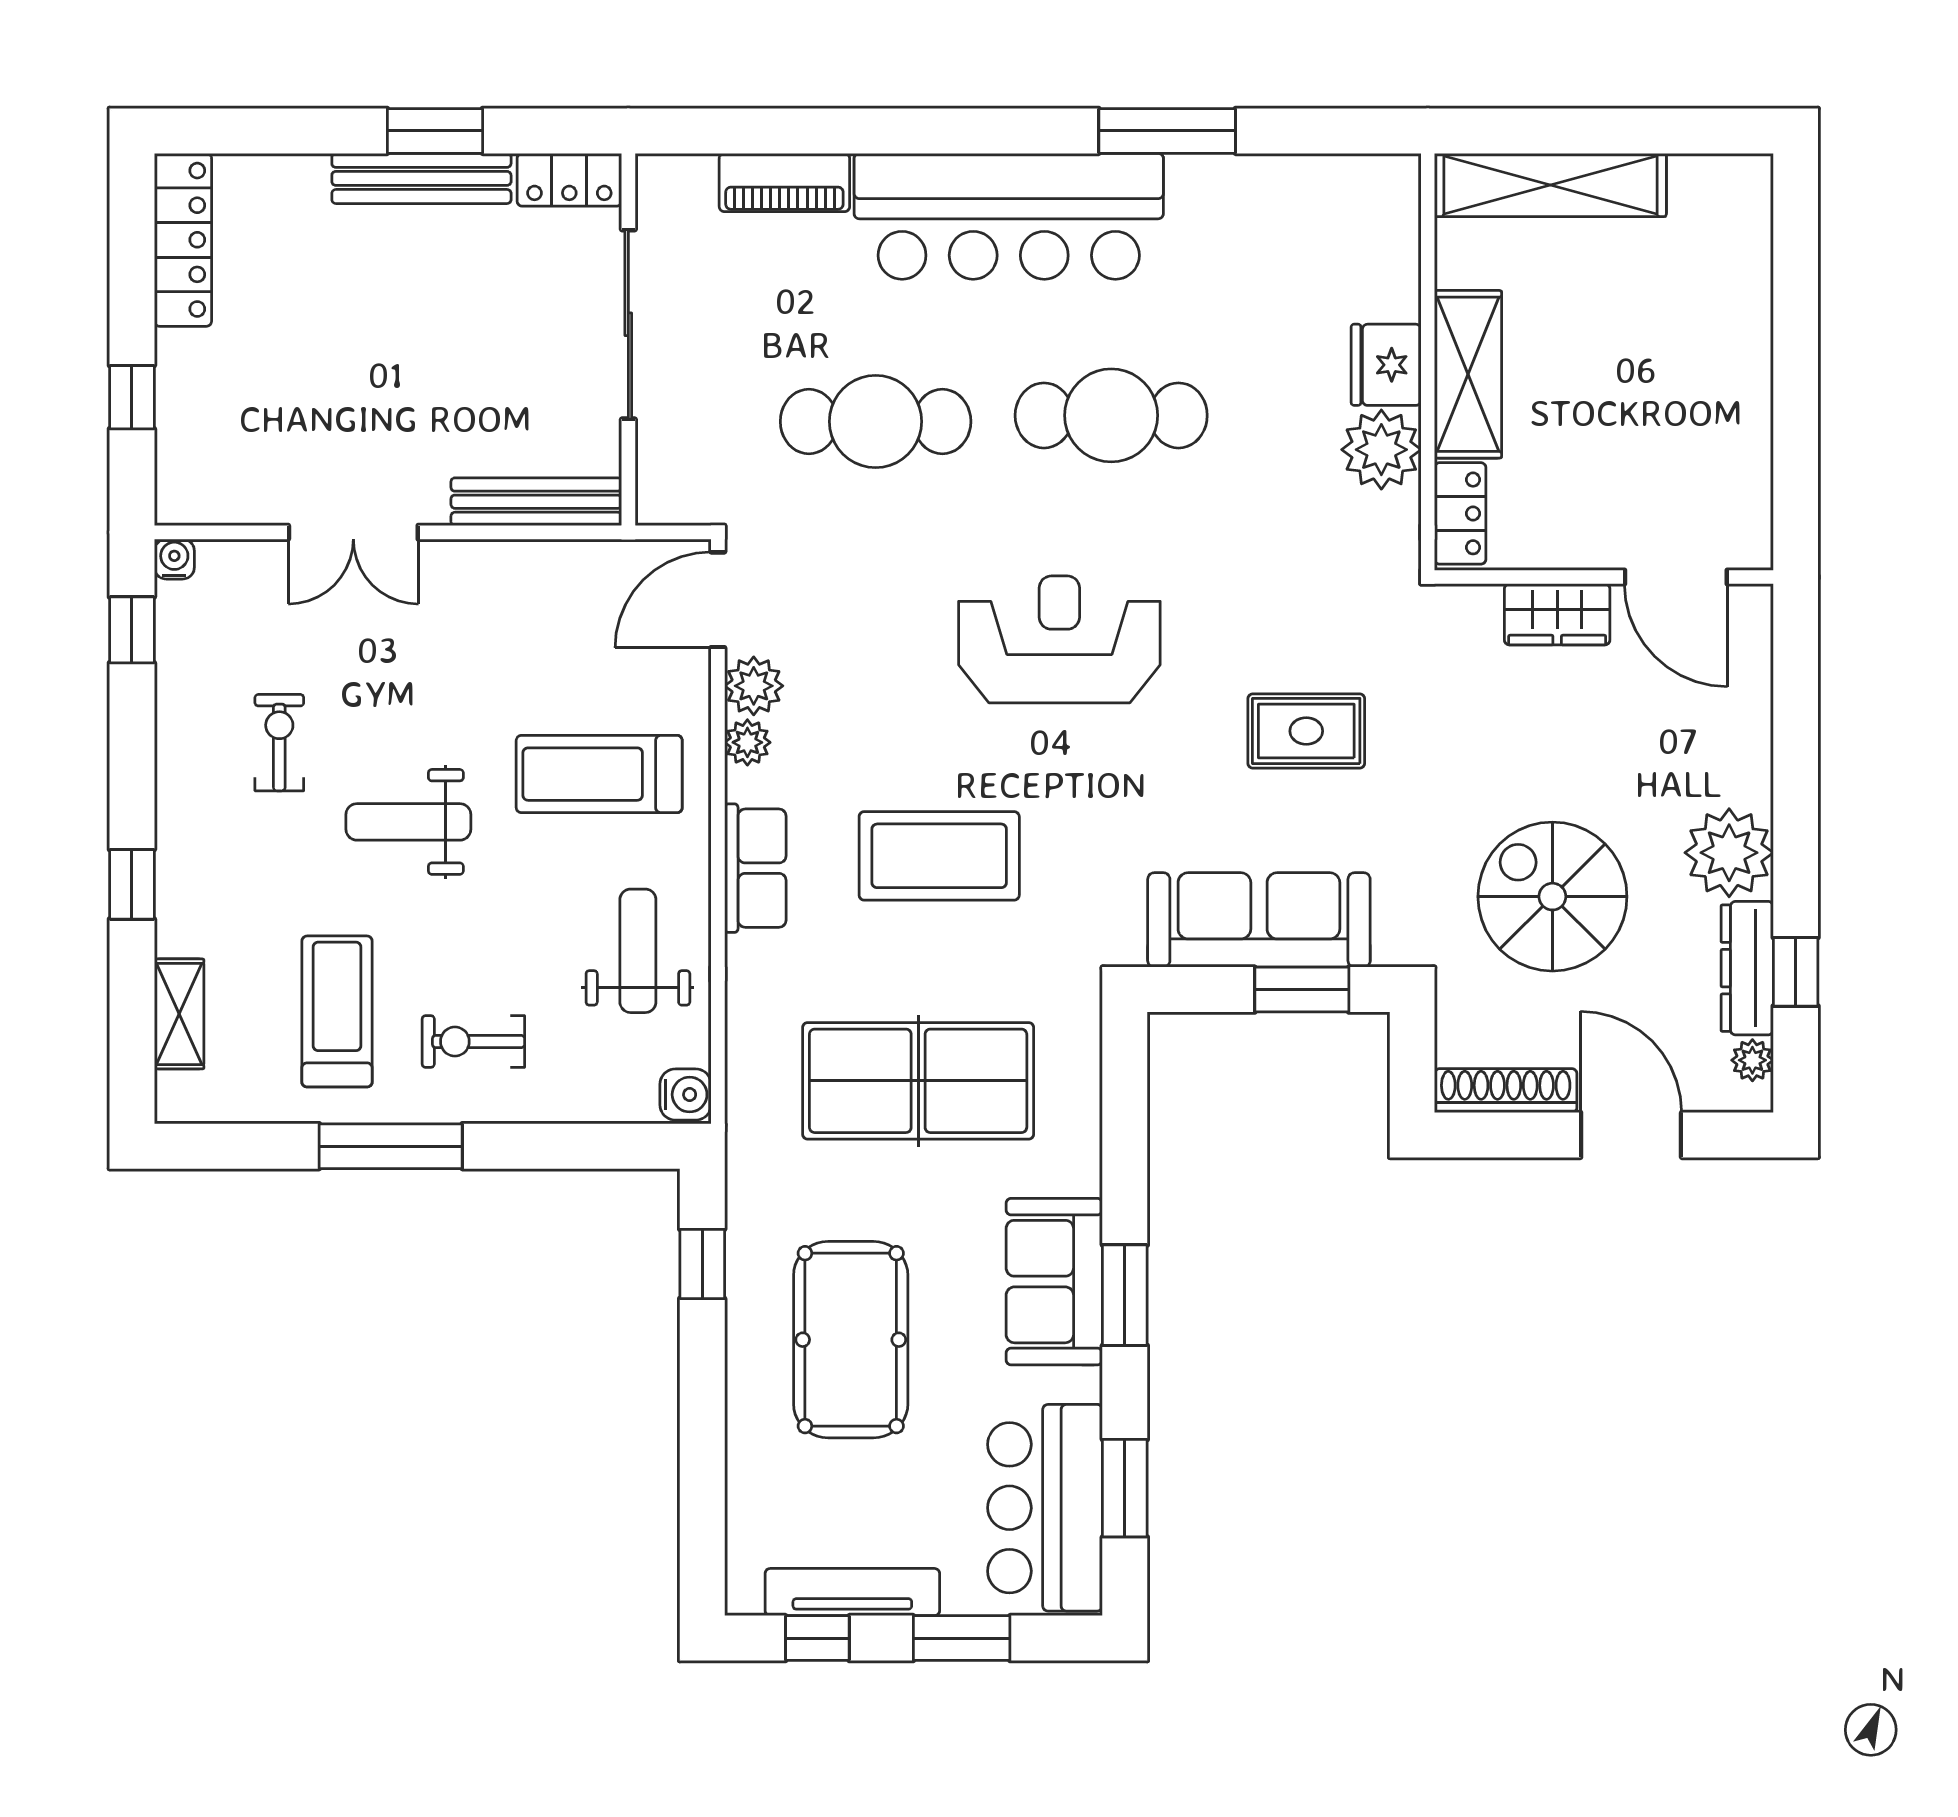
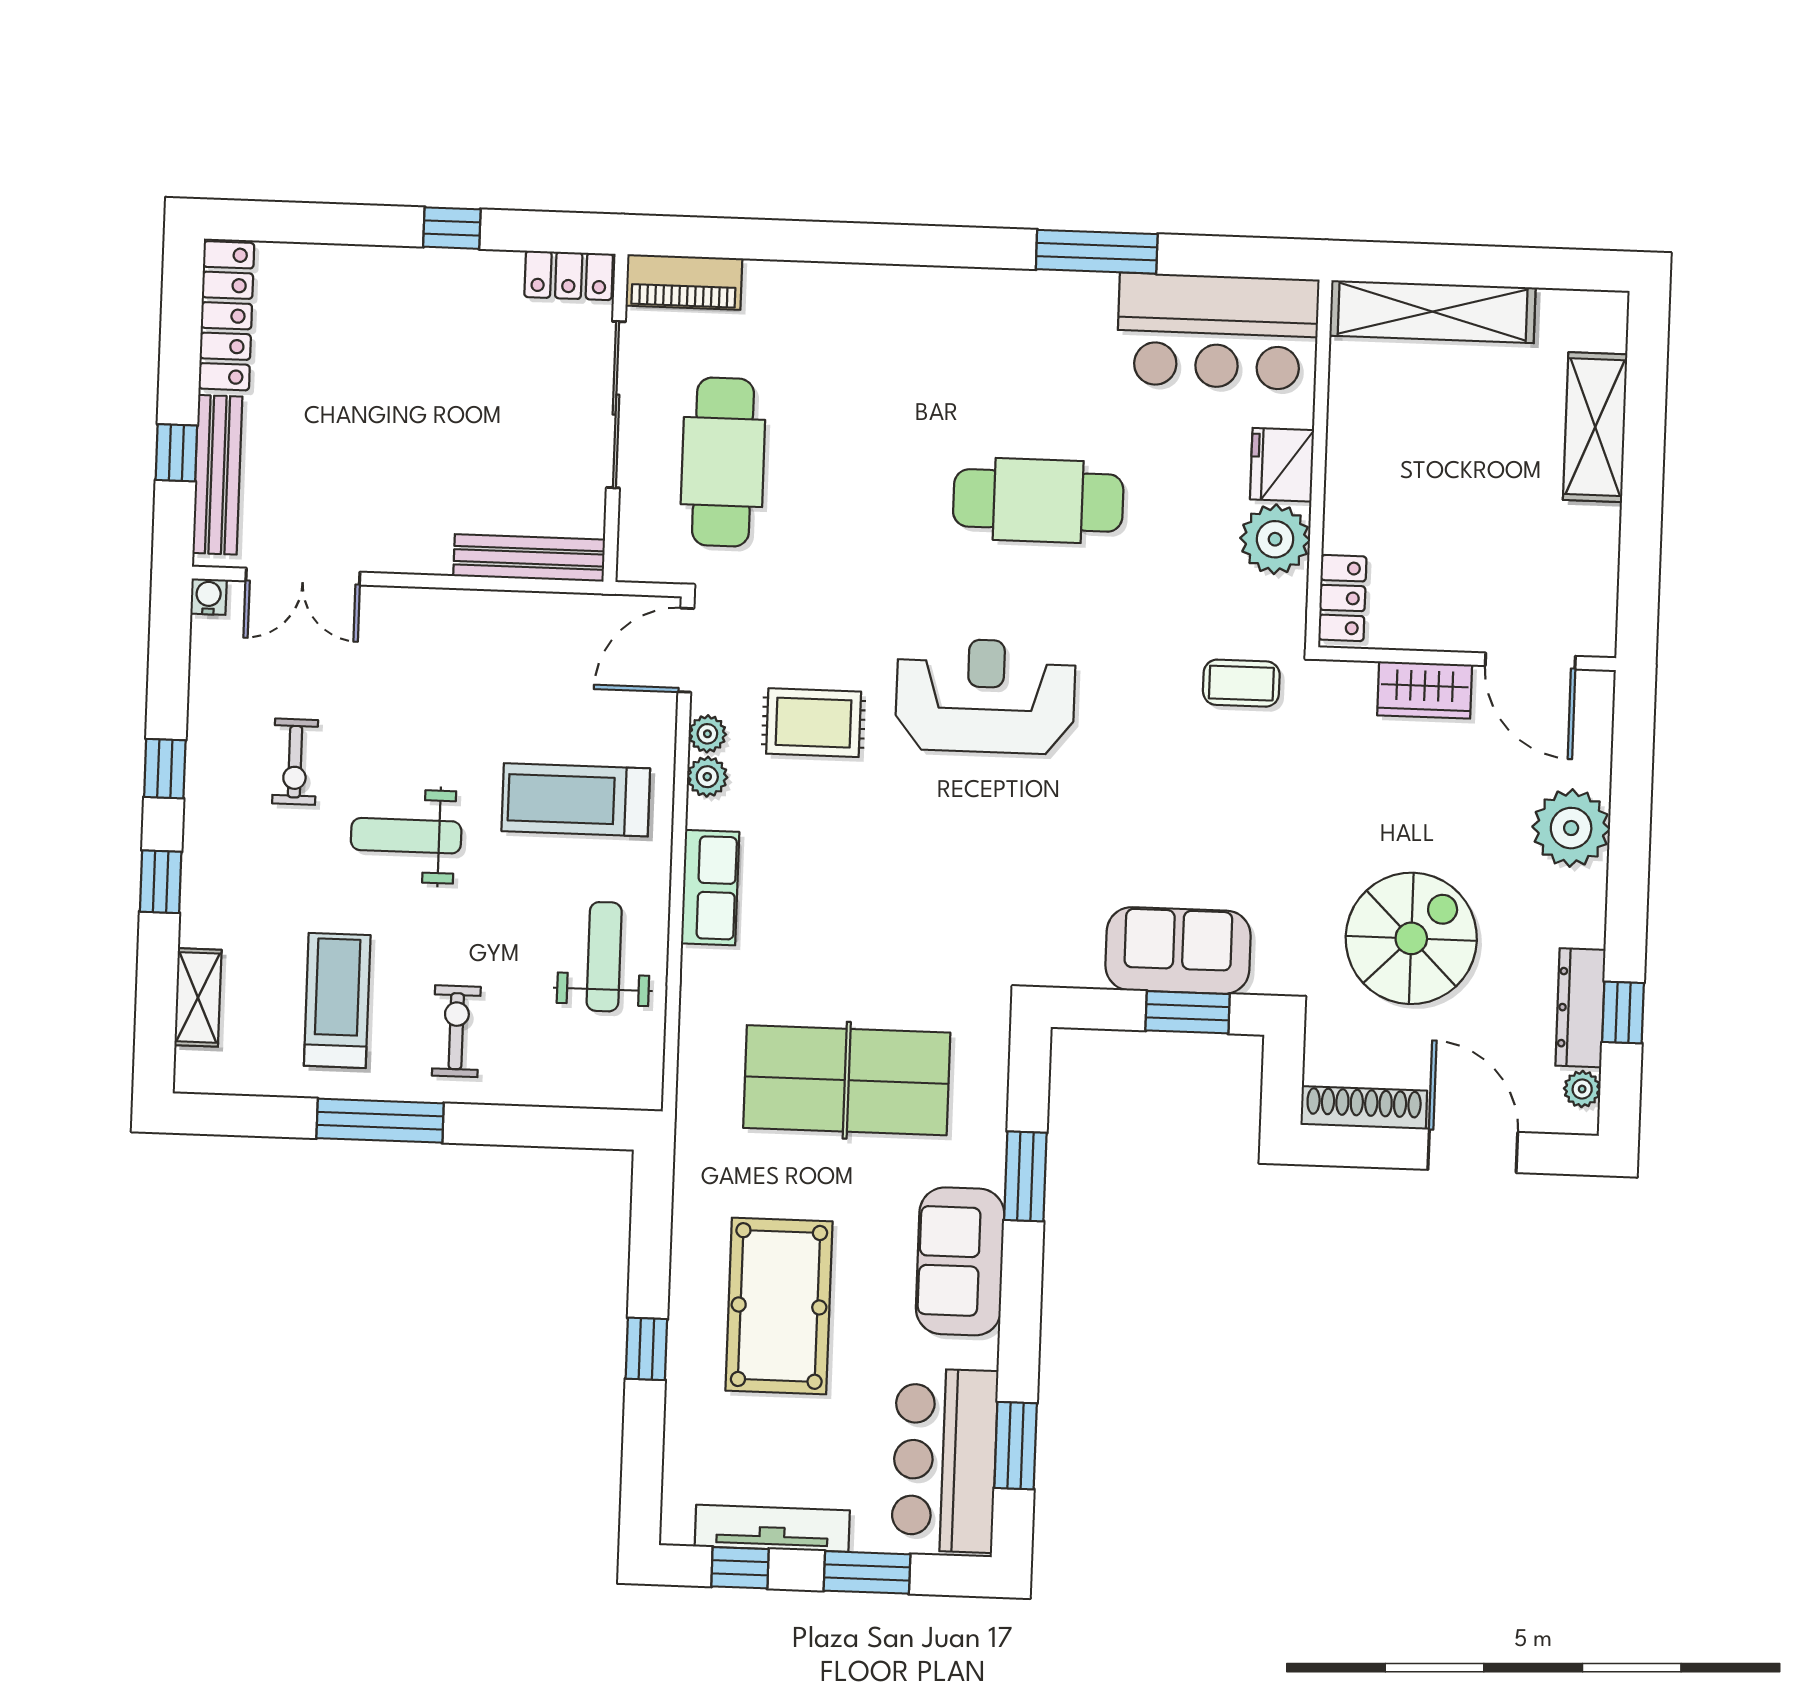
window: (435, 131) -> (452, 228), width x0.67
bench: (421, 178) -> (217, 475), moved, turned 90
piano: (784, 182) -> (684, 282), moved
bar counter: (1009, 216) -> (1218, 331), moved, width x0.73
shelving: (1468, 374) -> (1595, 427), moved
cafe table: (876, 421) -> (723, 462), moved, turned 90
double door: (353, 532) -> (303, 577), moved
window: (132, 630) -> (165, 769), moved
plant: (754, 686) -> (707, 734), width x0.73, depth x0.73
rug: (1306, 731) -> (814, 723), moved
exercise bike: (279, 743) -> (295, 762), turned 180
plant: (1729, 853) -> (1571, 828), moved
coffee table: (939, 856) -> (1241, 683), moved, width x0.54, depth x0.58
spiral stairs: (1552, 897) -> (1411, 938), turned 90
sofa: (1259, 920) -> (1178, 950), width x0.73
exercise bike: (473, 1042) -> (456, 1031), turned 90
water cooler: (686, 1095) -> (641, 1085), removed
window: (702, 1264) -> (646, 1349), moved
window: (1125, 1295) -> (1025, 1176), moved

